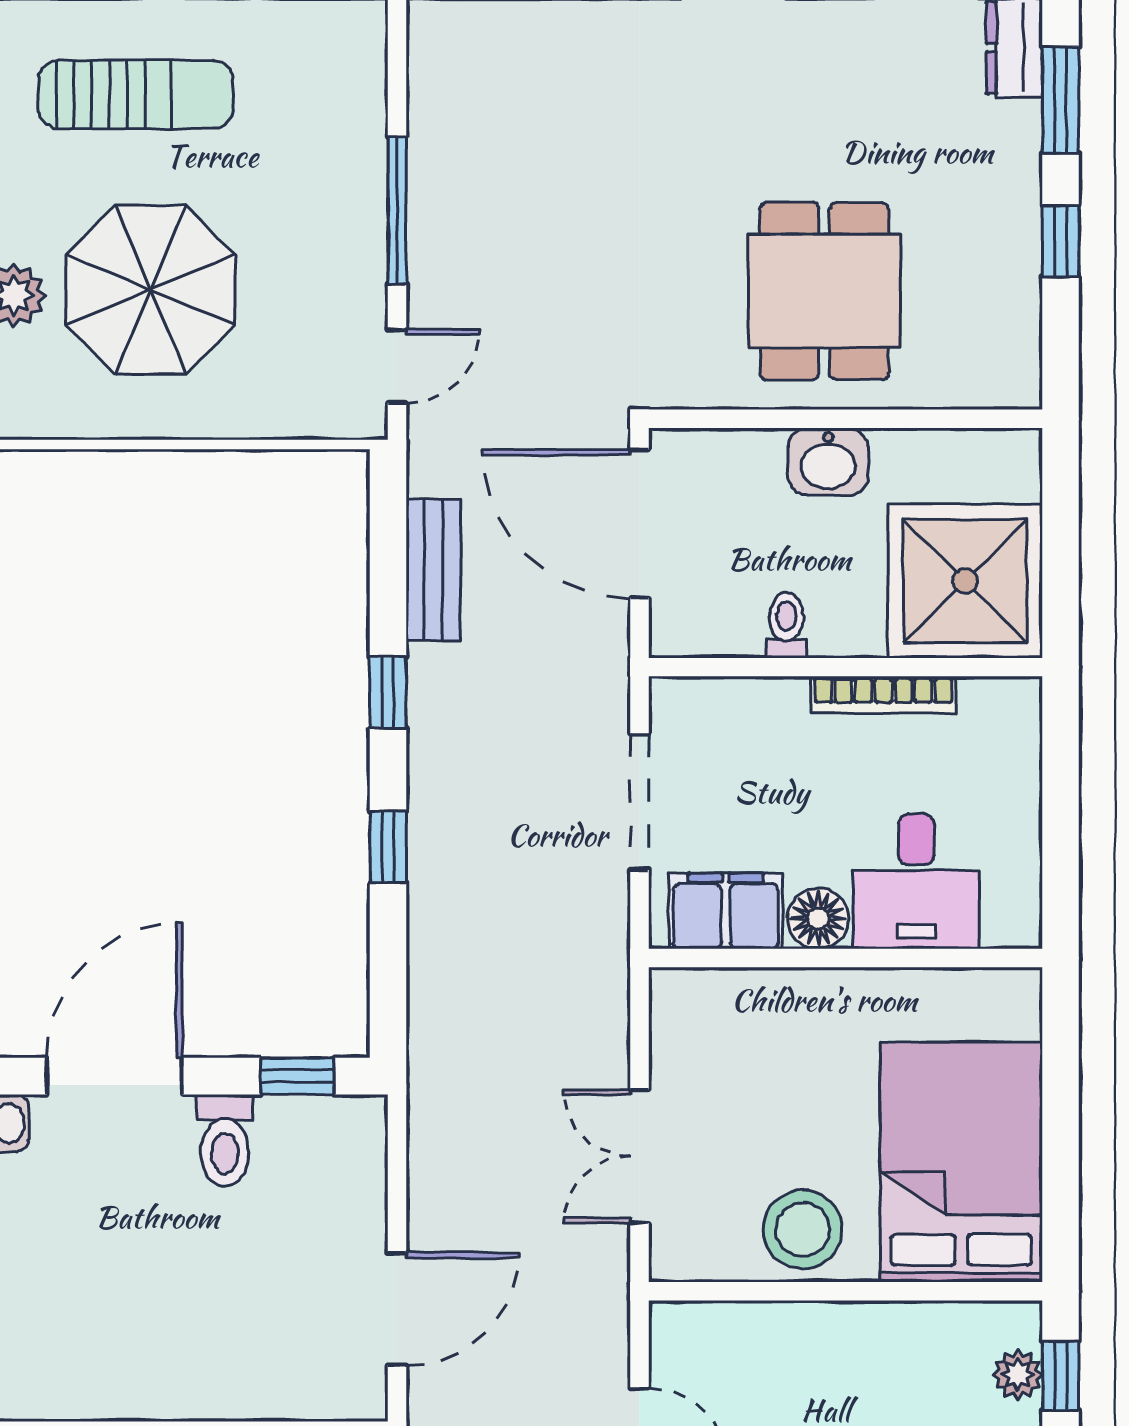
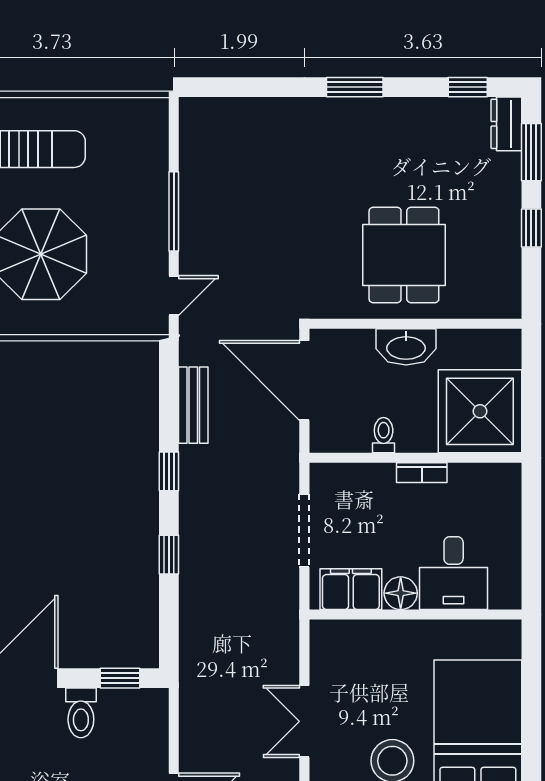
washbasin: (828, 462) -> (406, 347), width x1.38
bookcase: (883, 695) -> (422, 473), width x0.64

